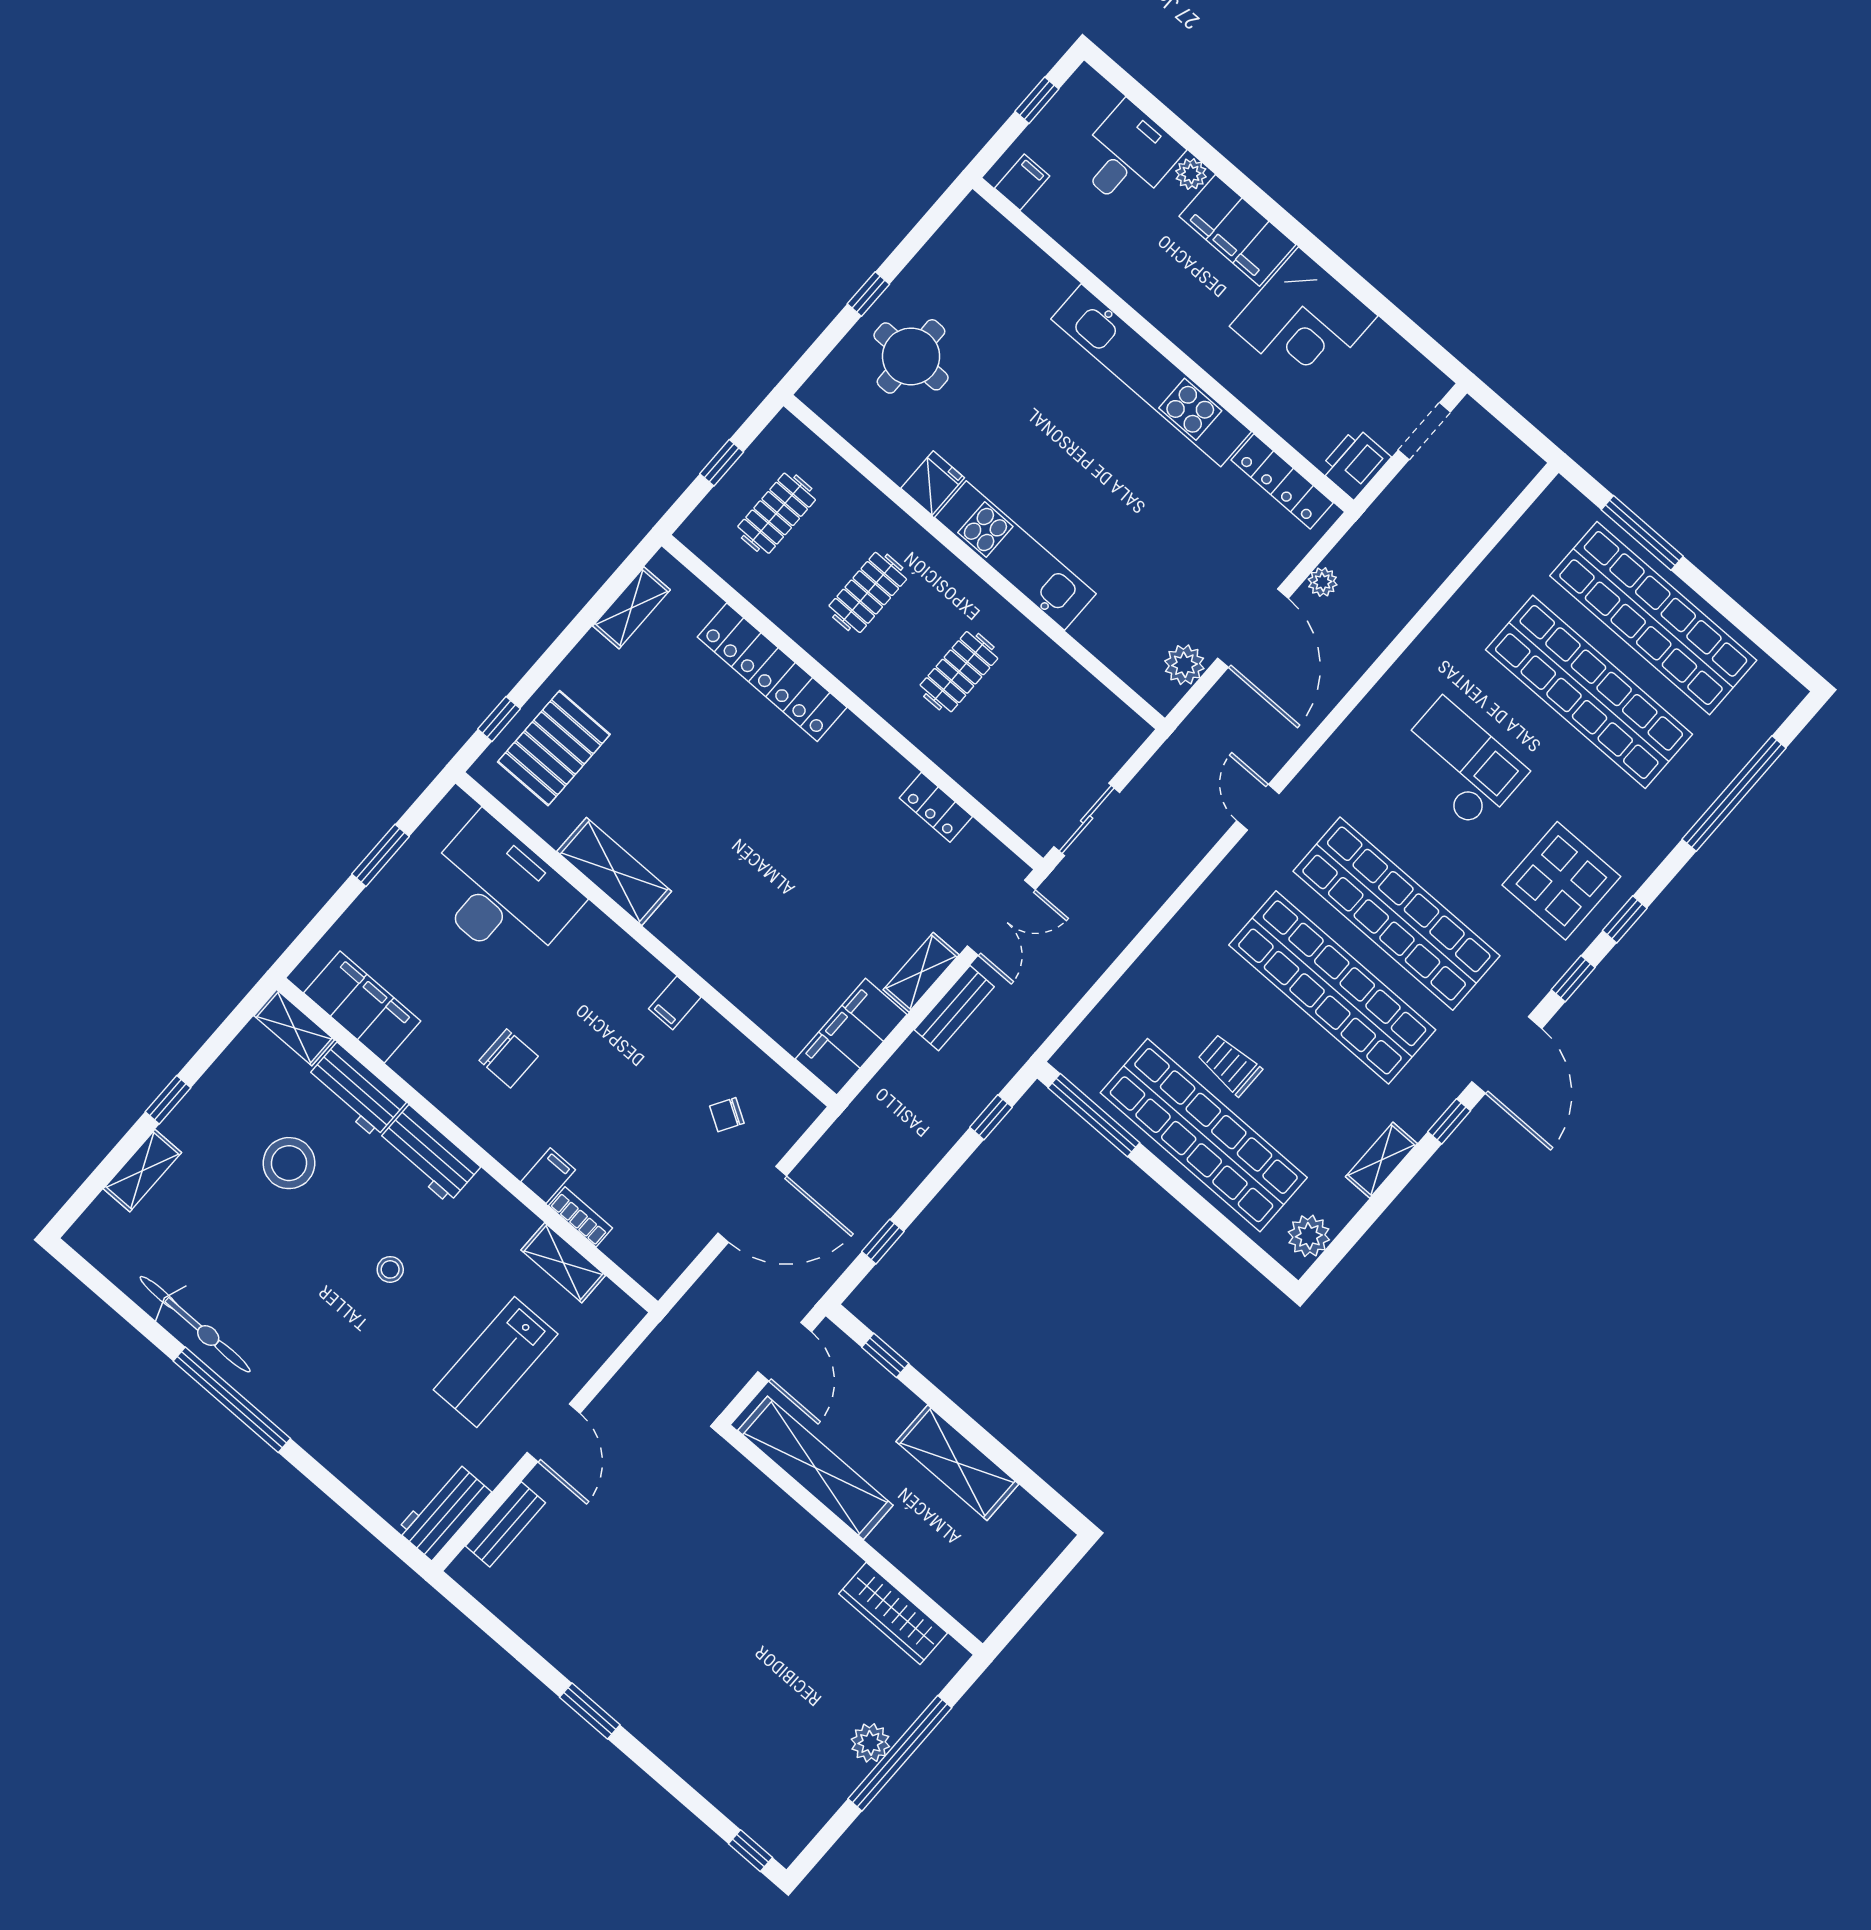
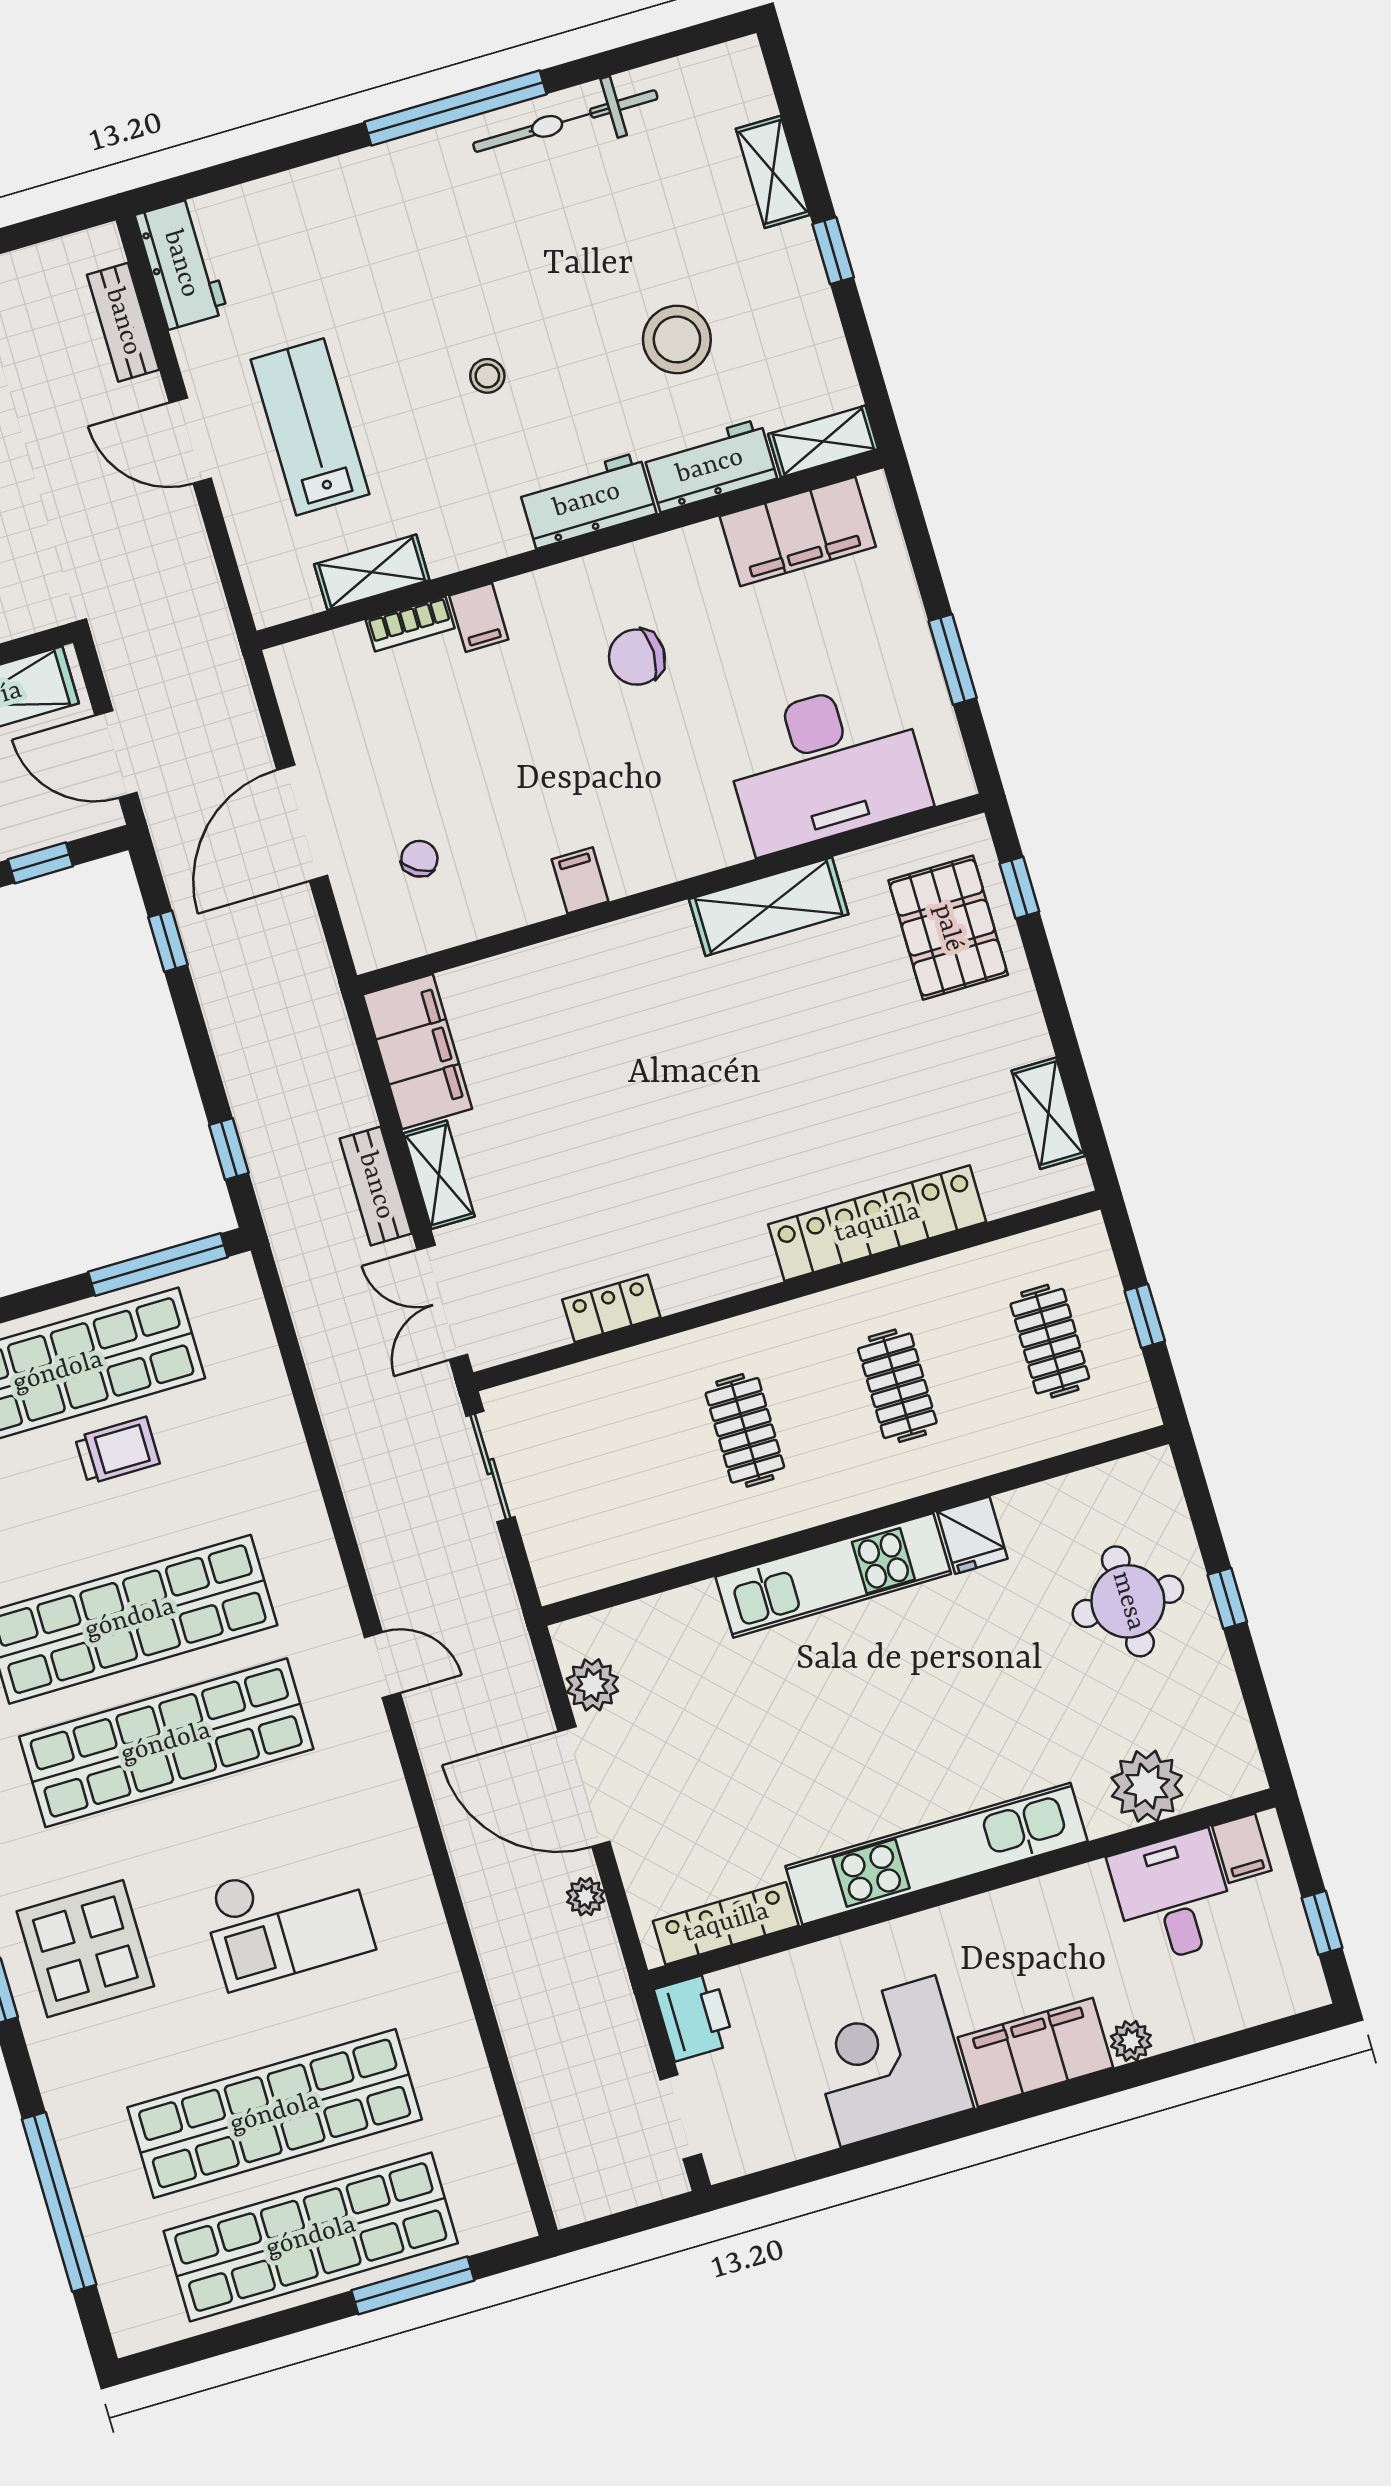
desk: (1128, 156) -> (1173, 1897), moved, turned 180
plant: (1021, 268) -> (1147, 1786), added

